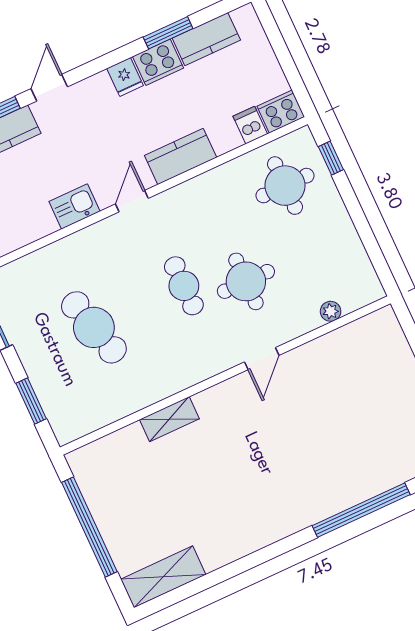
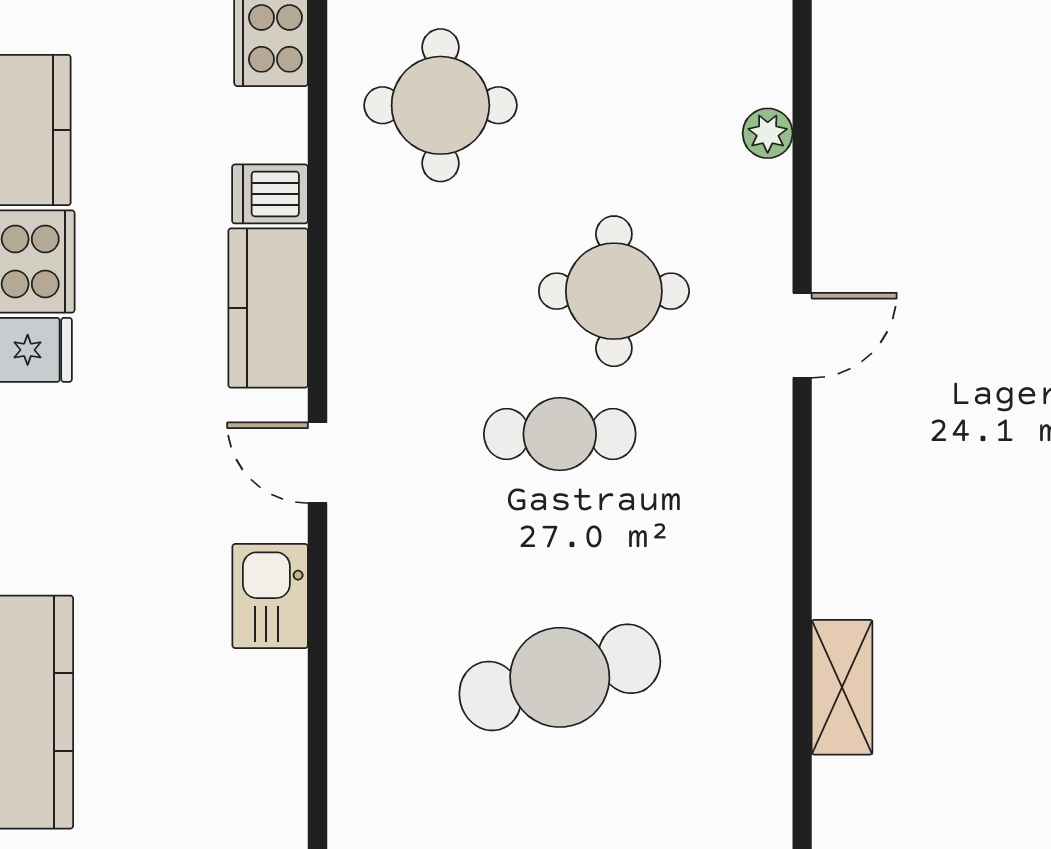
dishwasher: (250, 125) -> (270, 194), moved
door: (262, 359) -> (802, 335), hinge flipped
shelving: (169, 419) -> (842, 687), moved

